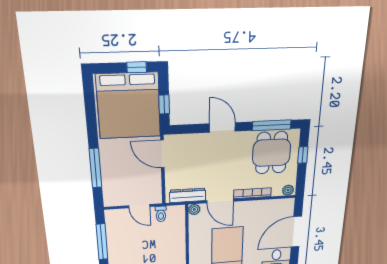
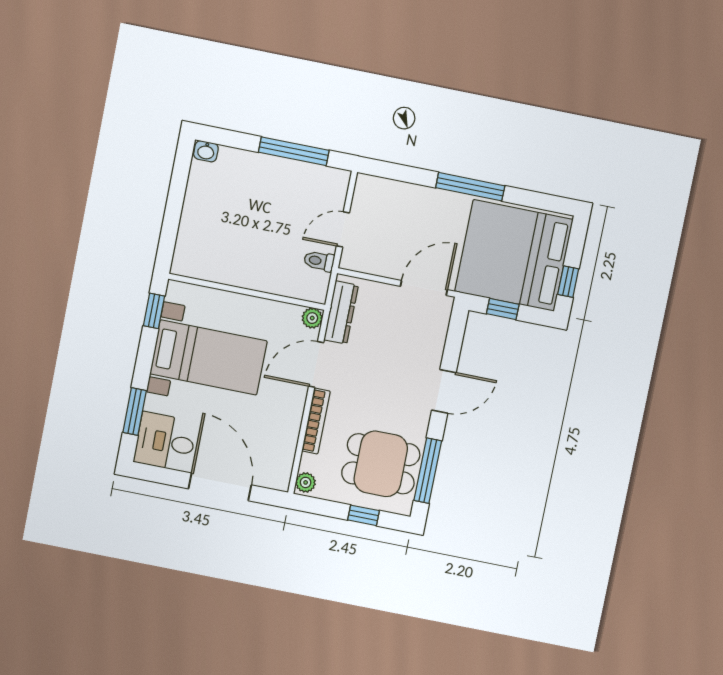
window: (95, 168) -> (470, 187), moved

